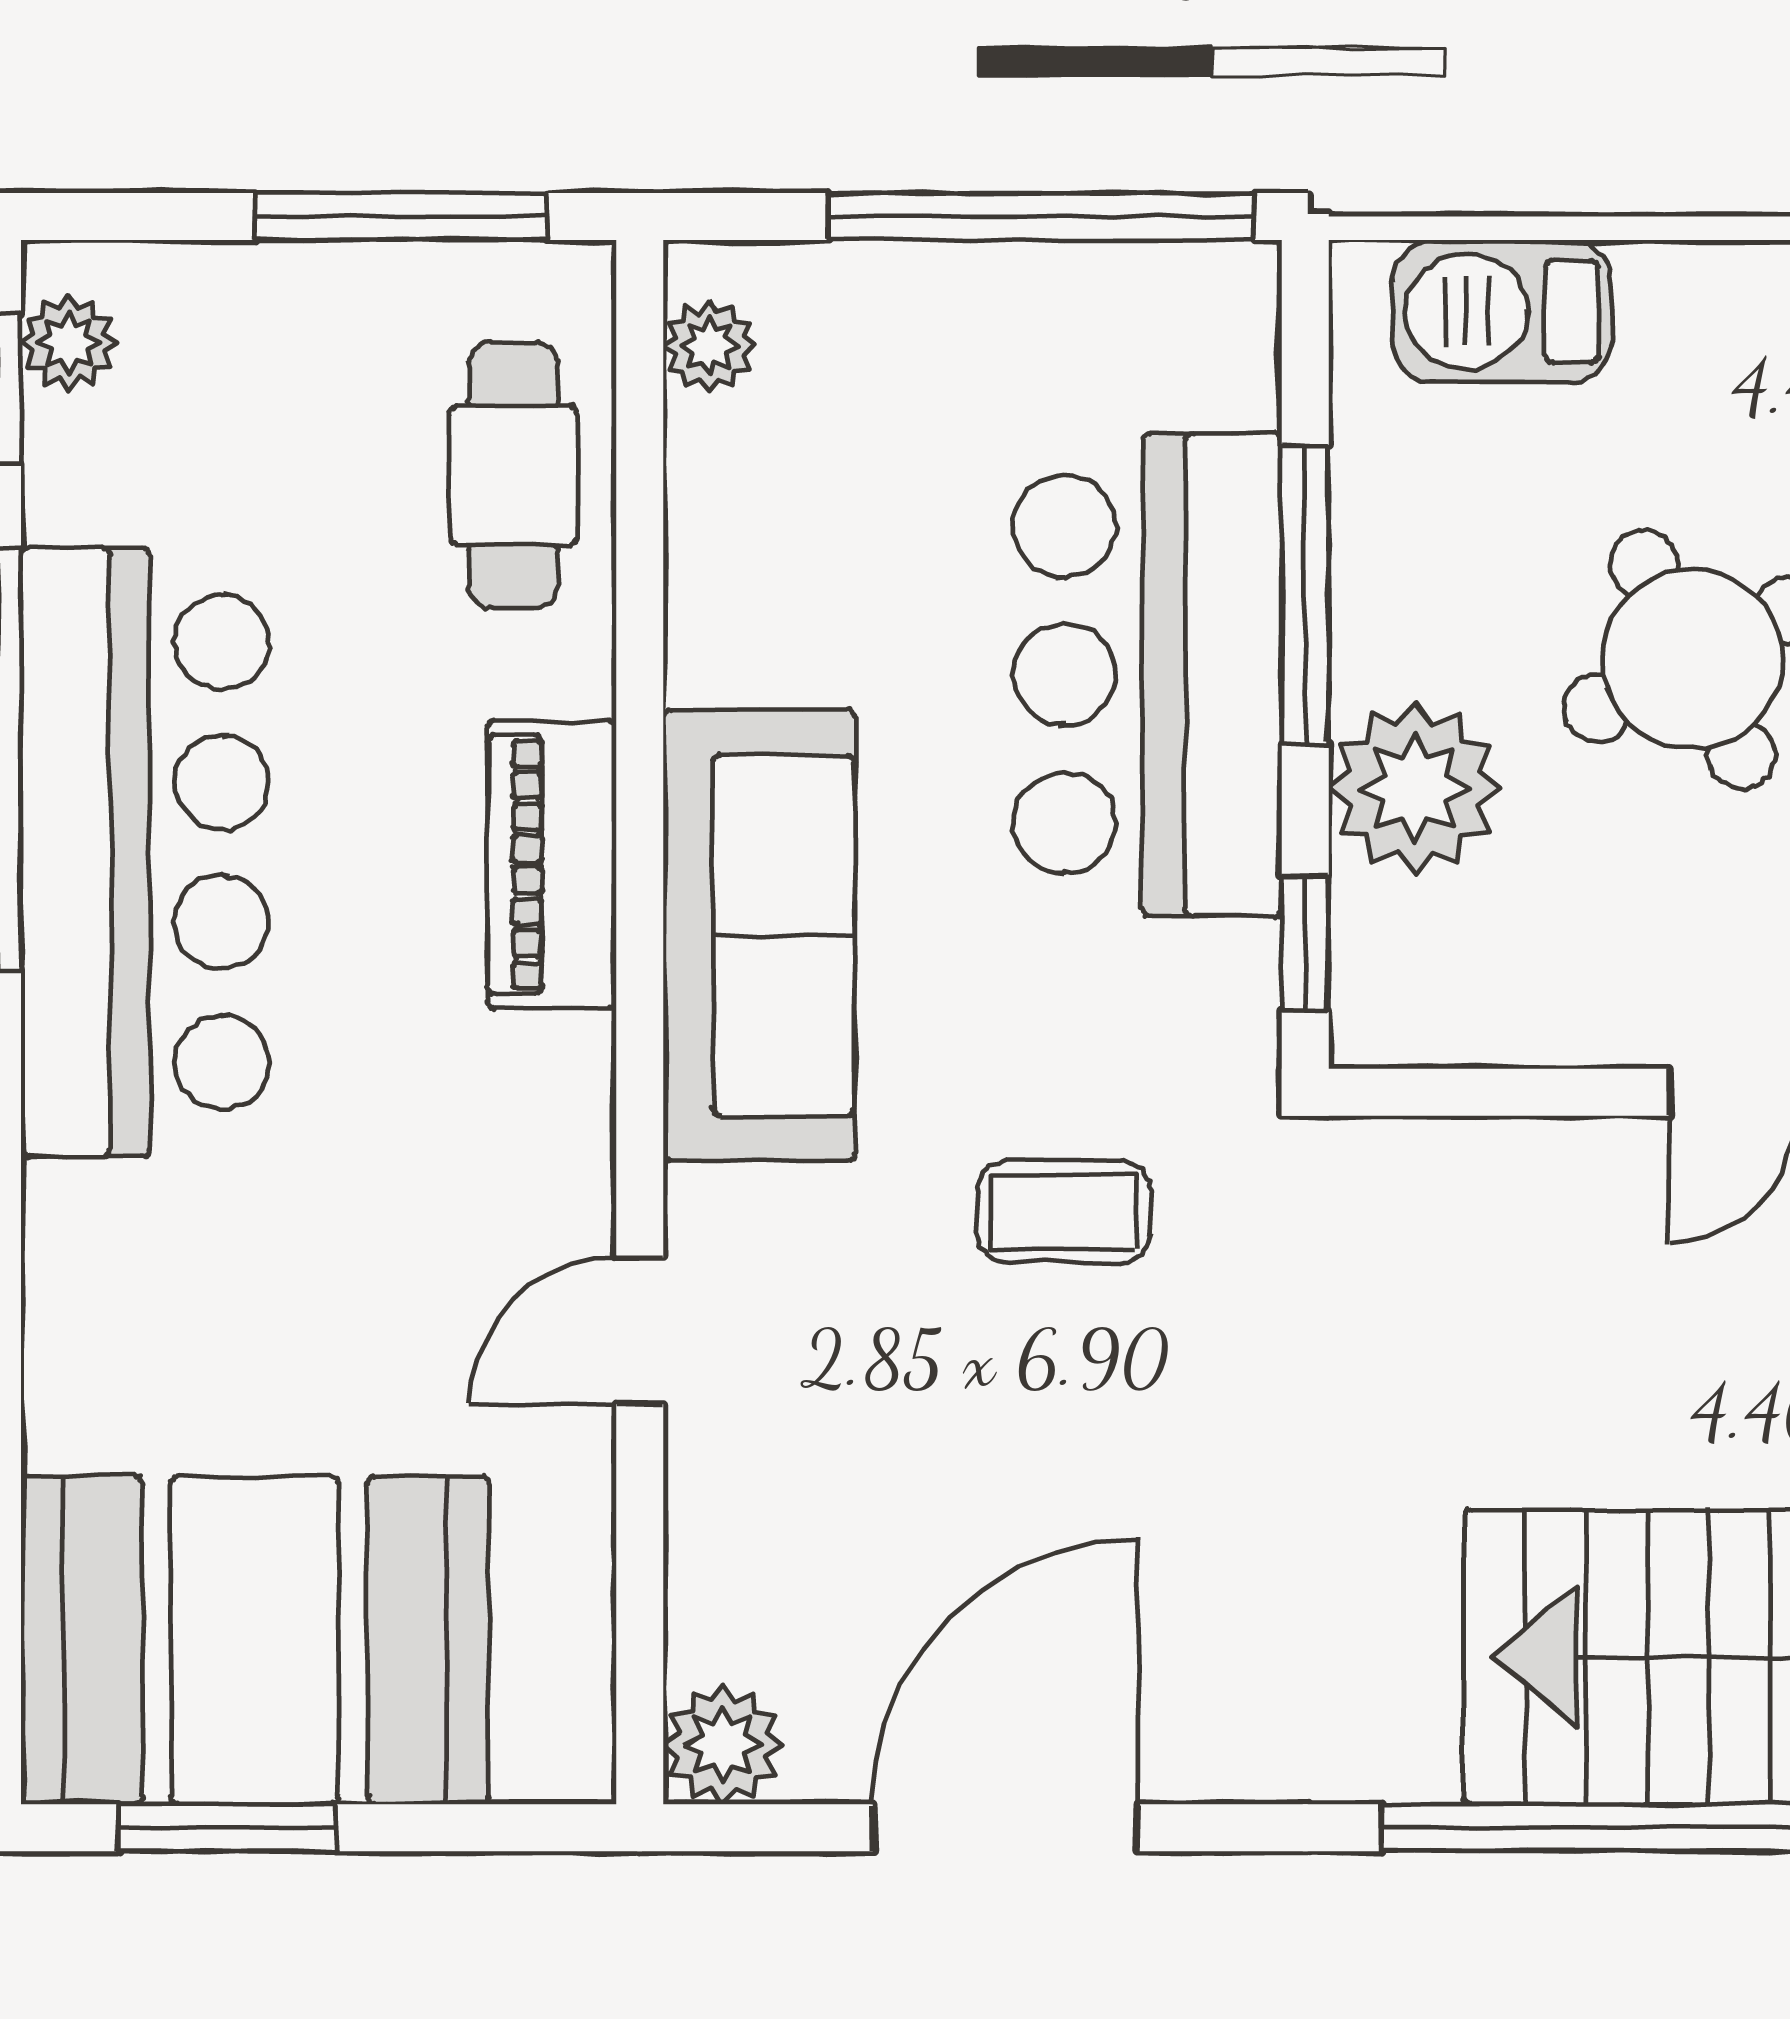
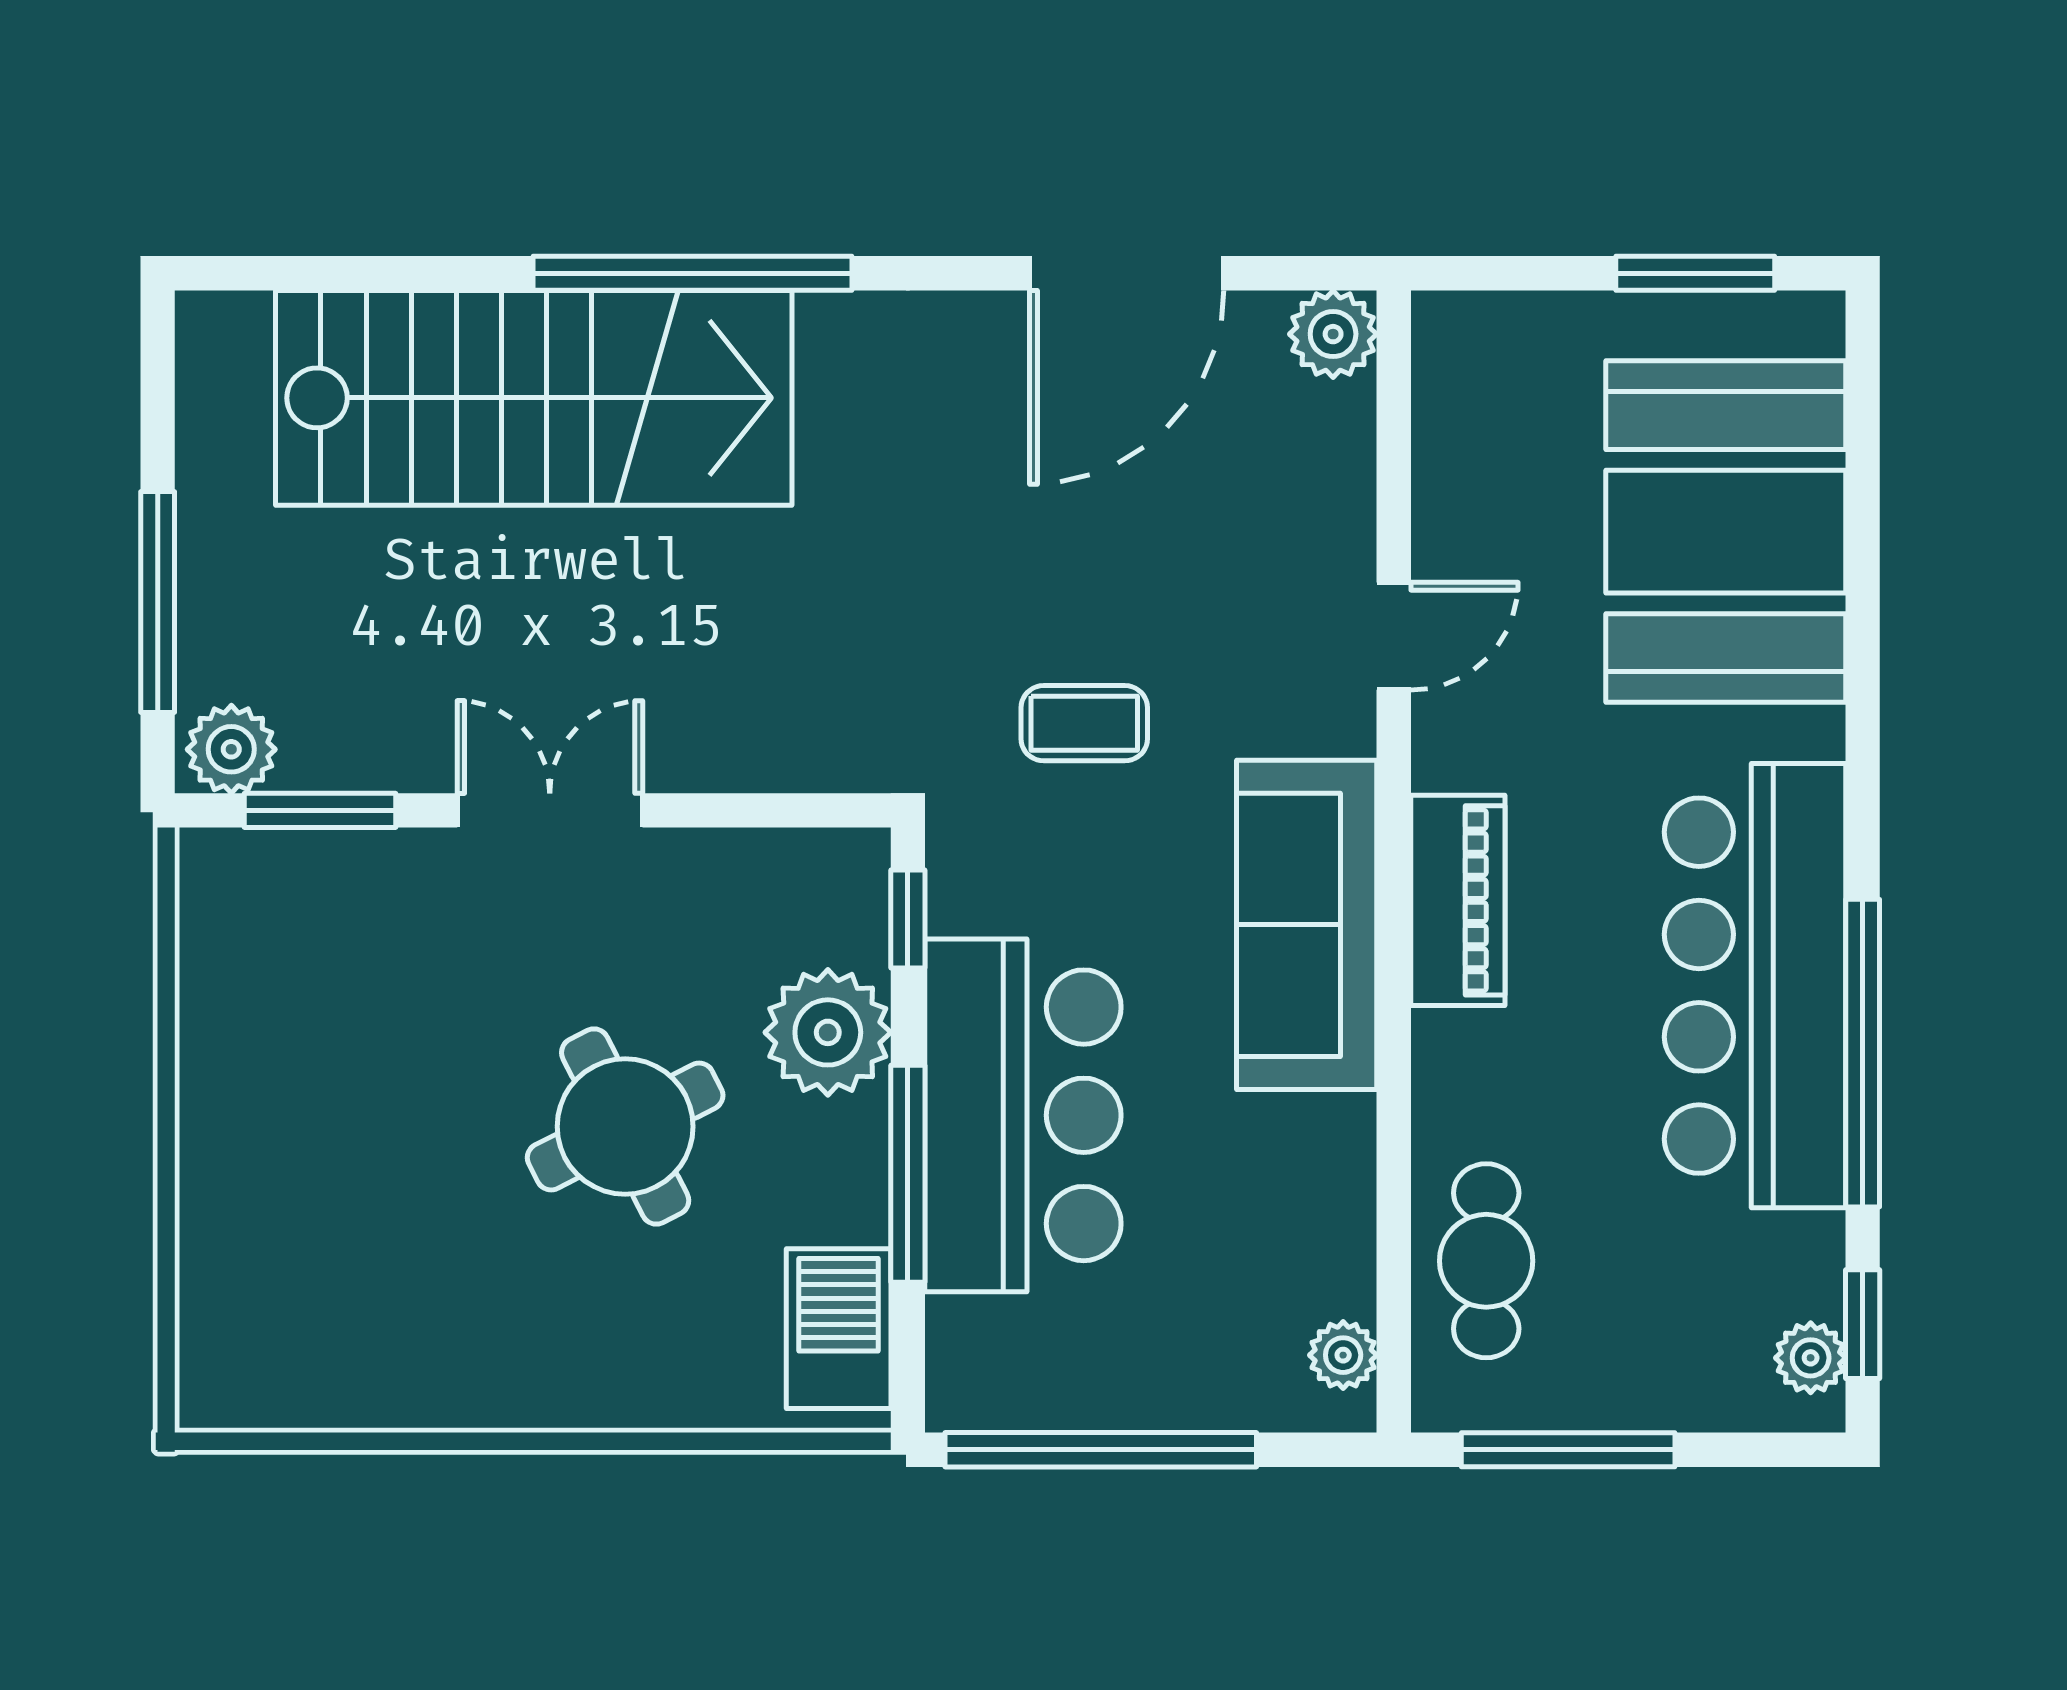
barbecue: (1502, 311) -> (839, 1329), moved, turned -90
piano: (552, 864) -> (1458, 900), moved
booth: (255, 1640) -> (1726, 532), moved, turned 90

